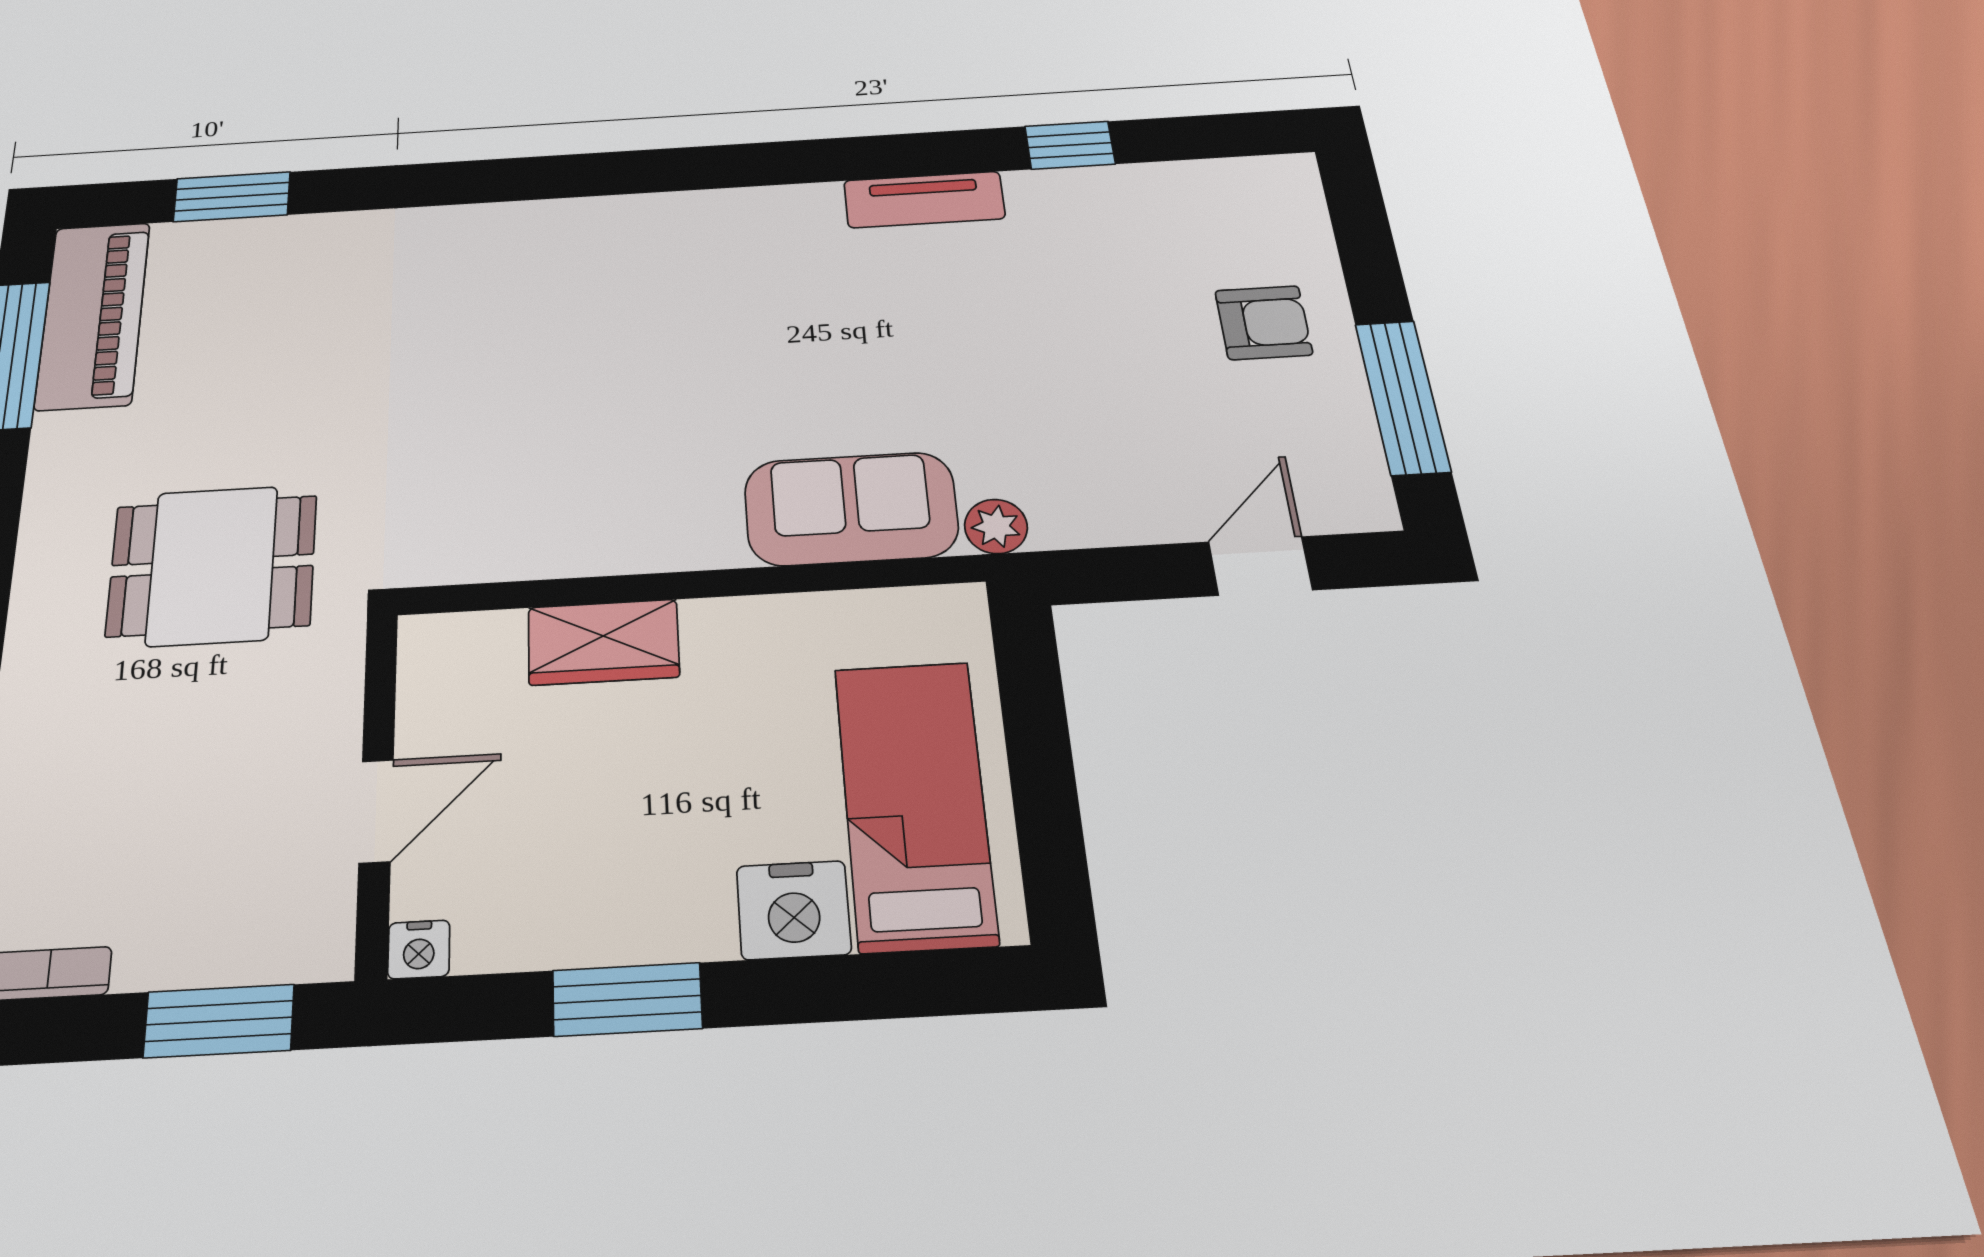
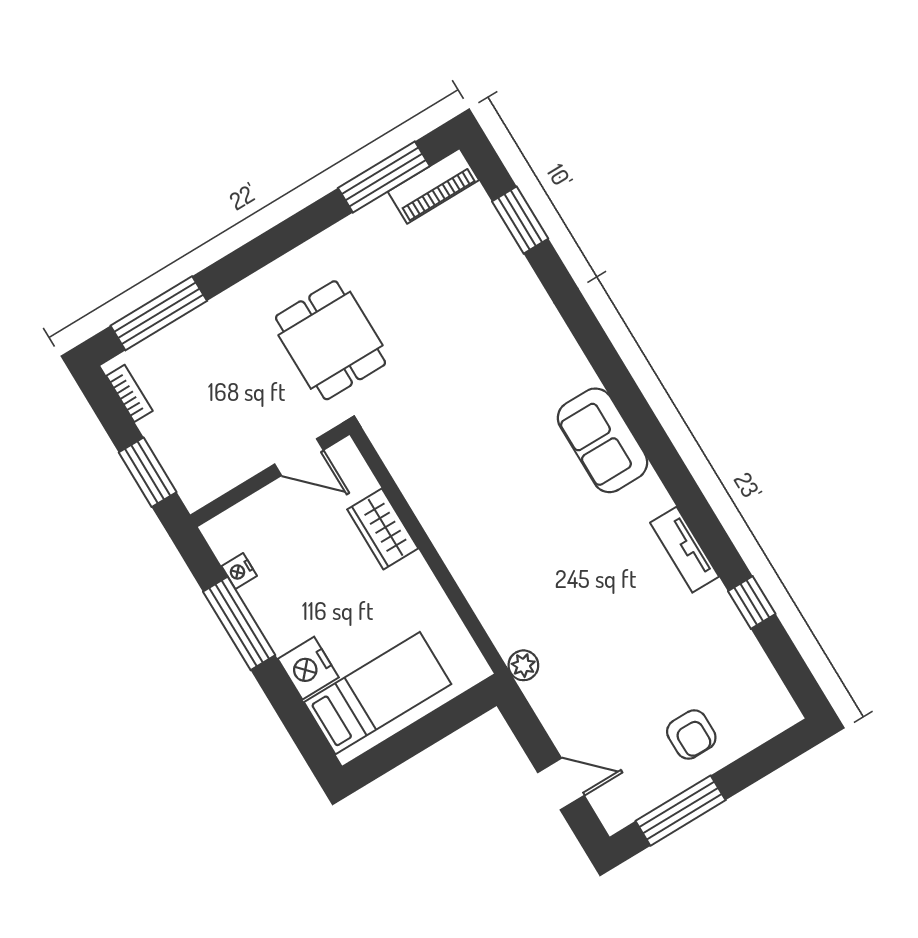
piano: (93, 315) -> (433, 186), width x0.73, depth x0.75
sofa: (851, 509) -> (602, 440), moved, turned 180
door: (376, 811) -> (299, 457), moved
nightstand: (419, 949) -> (239, 571), moved
window: (627, 999) -> (239, 623), width x1.44

